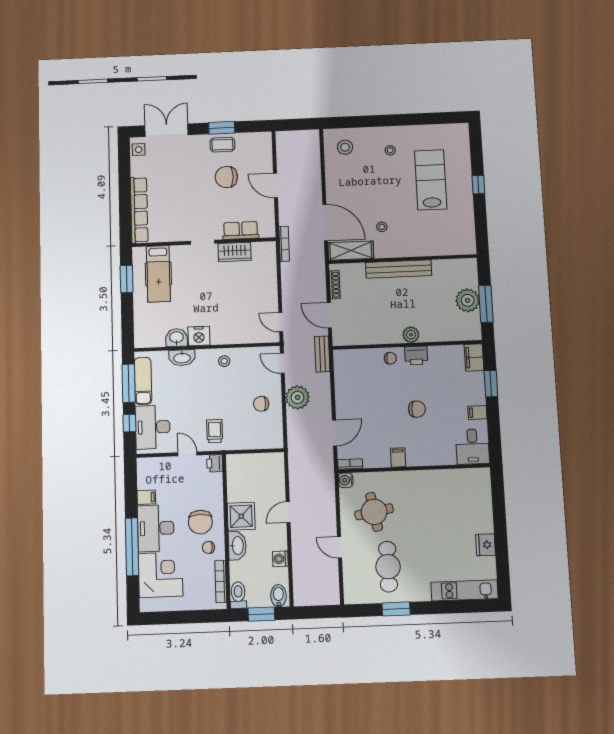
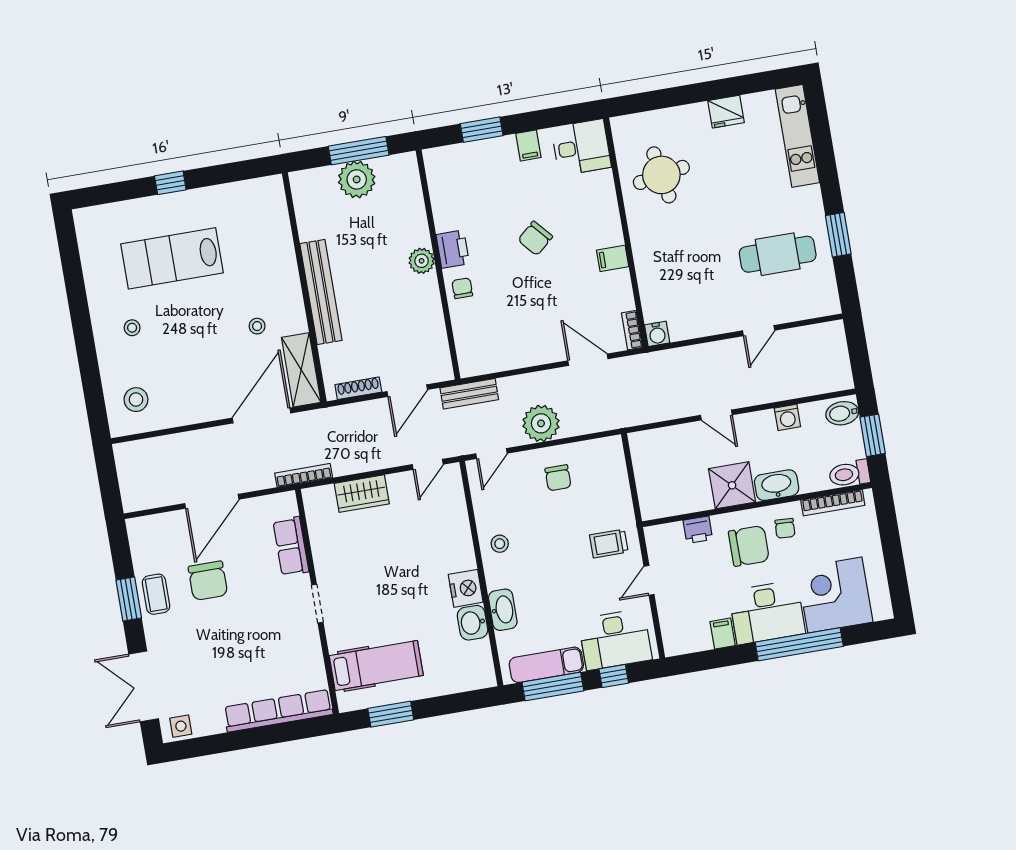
door: (276, 186) -> (212, 501), width x1.36
wardrobe: (235, 252) -> (362, 494), moved, turned 90
filing cabinet: (474, 357) -> (444, 160), removed
chair: (417, 409) -> (535, 238), turned -131
printer: (215, 463) -> (698, 530), moved
round table: (374, 512) -> (661, 175), moved

